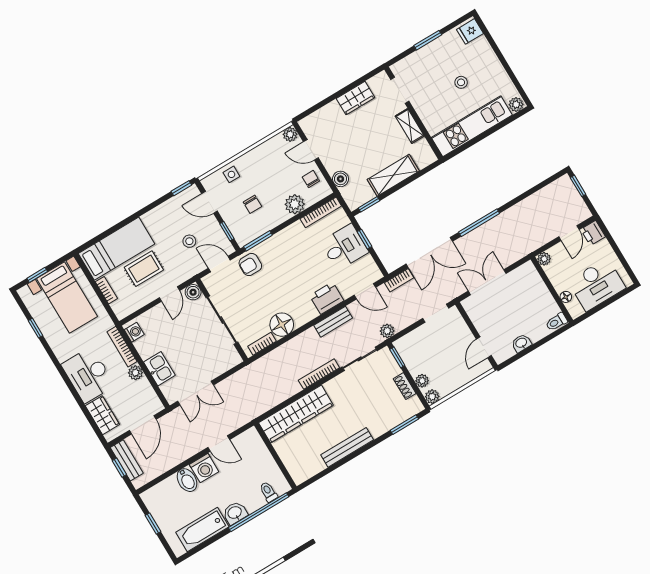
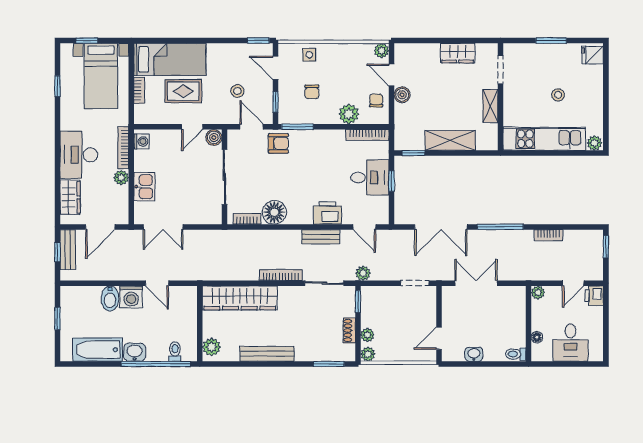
boiler: (340, 179) -> (402, 95), moved
armchair: (250, 265) -> (278, 143), turned 180
bookcase: (399, 280) -> (548, 235), moved
desk: (597, 284) -> (570, 343), width x0.73
plant: (297, 470) -> (212, 347), added

